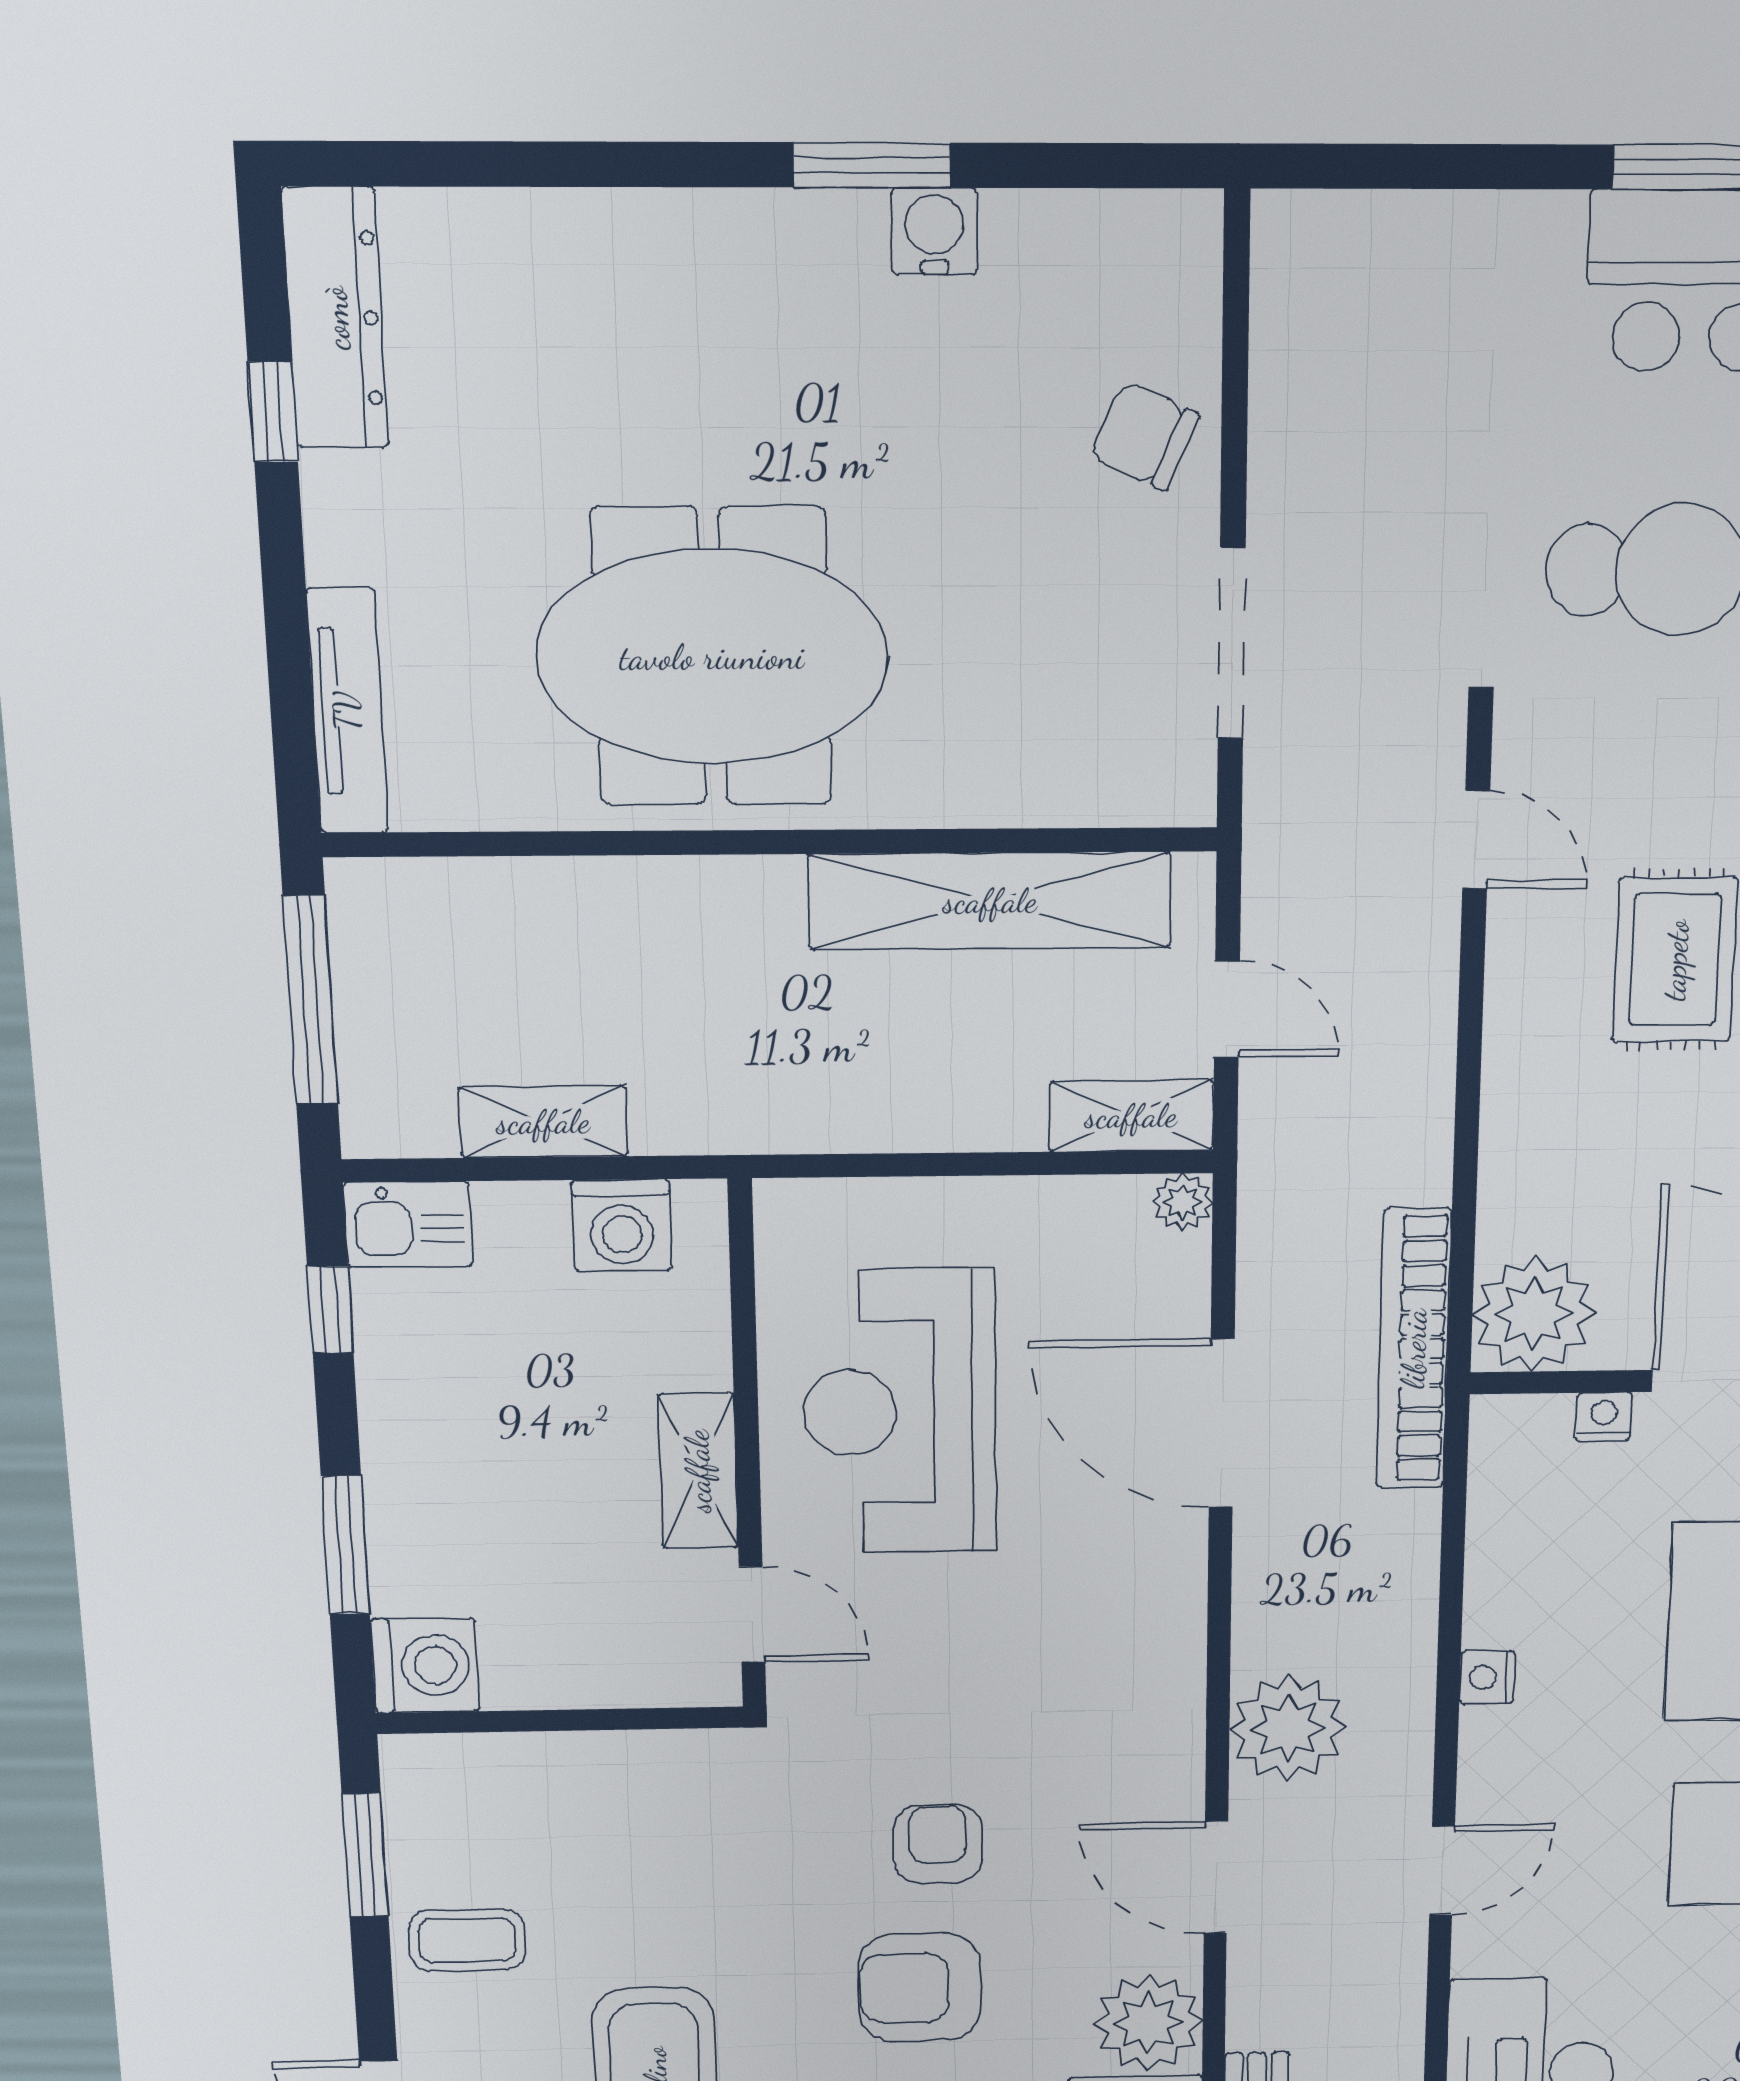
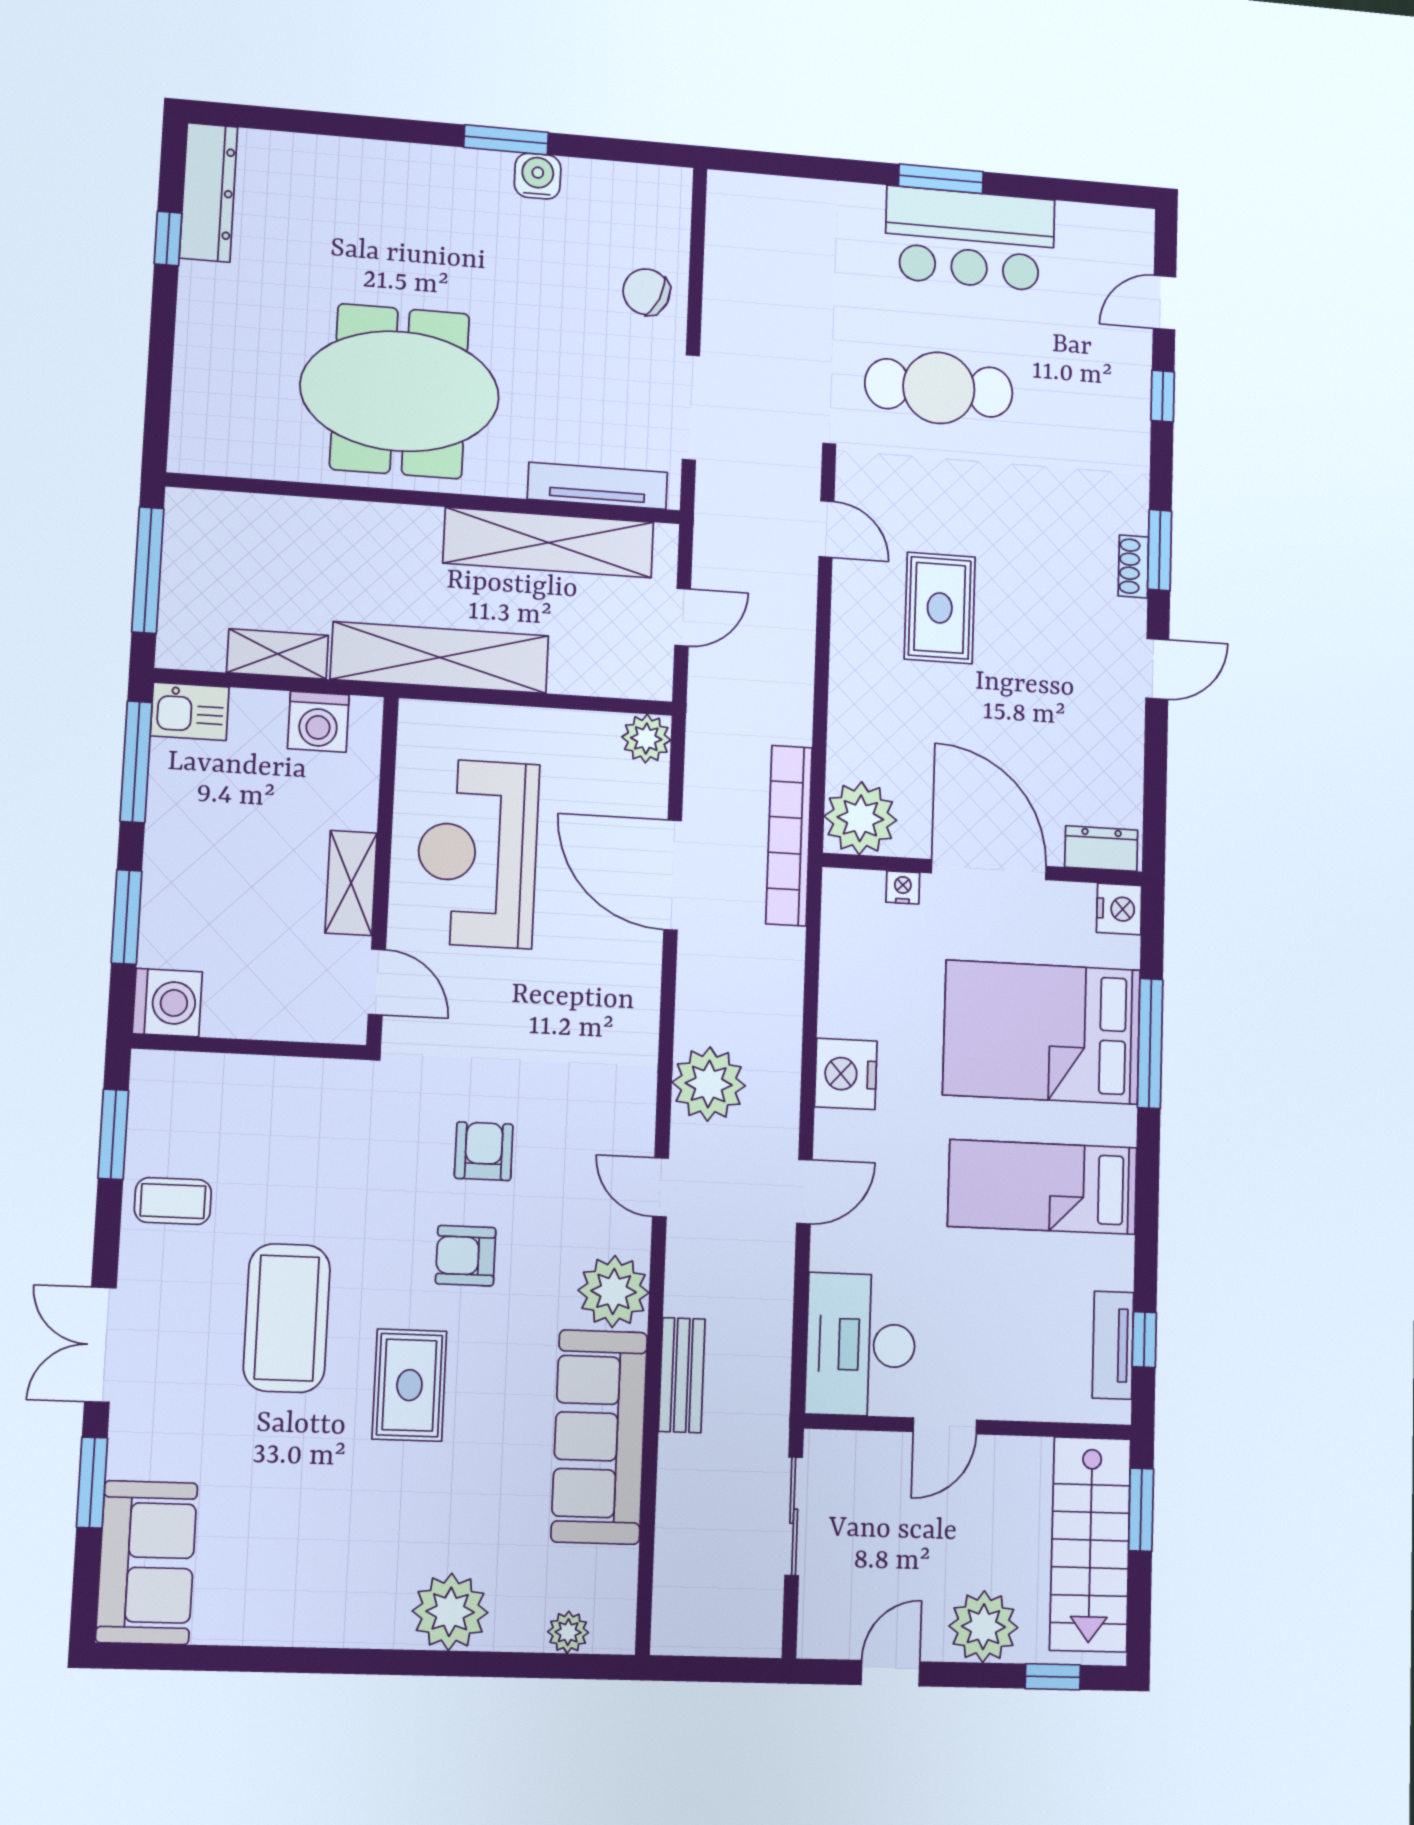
tv unit: (347, 711) -> (597, 486), moved, turned -90
door: (1227, 1010) -> (683, 617), hinge flipped
shelving: (1131, 1116) -> (440, 657), moved, width x2.20, depth x1.33
plant: (1182, 1202) -> (646, 739), width x1.38, depth x1.38
window: (330, 1310) -> (136, 762), width x2.17
nightstand: (1487, 1677) -> (846, 1074), width x1.89, depth x1.79
door: (1216, 1878) -> (660, 1187), width x0.73
armchair: (919, 1988) -> (466, 1256), width x0.72, depth x0.72

